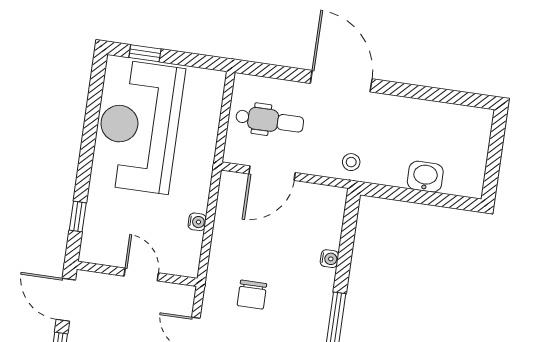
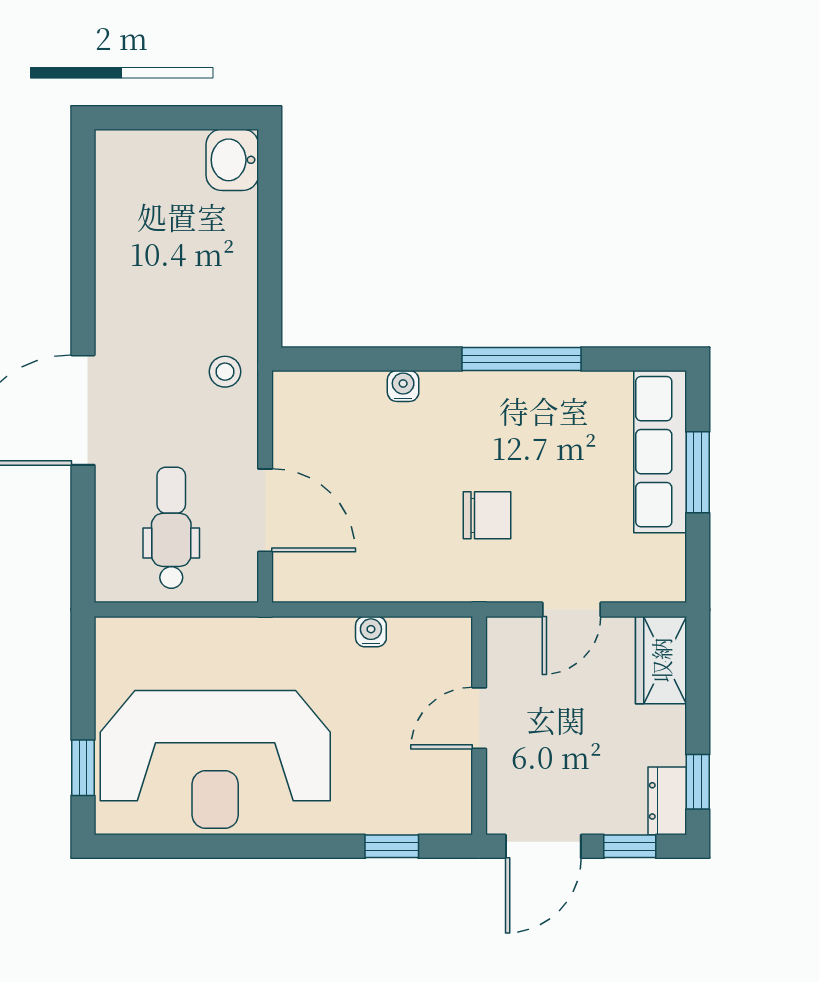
washbasin: (425, 177) -> (232, 160), moved

